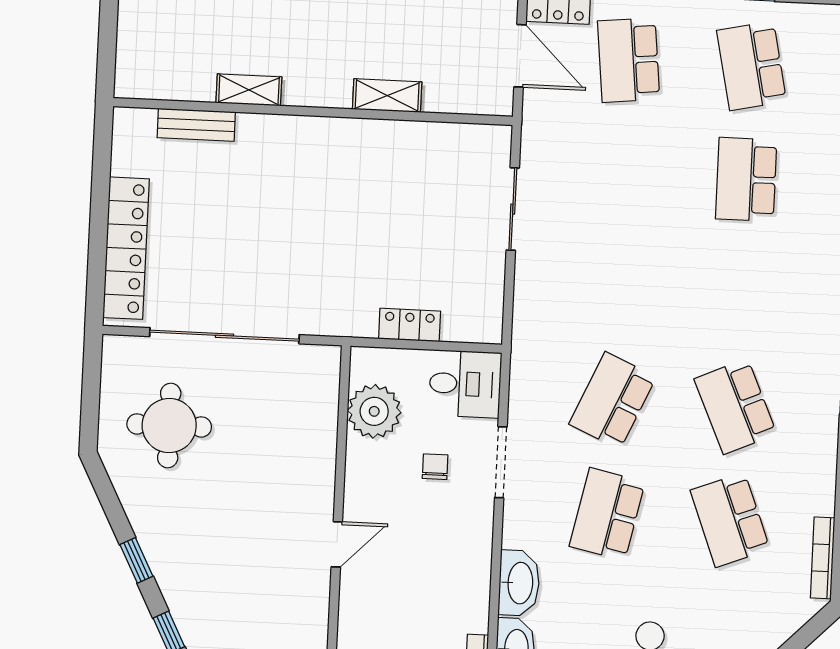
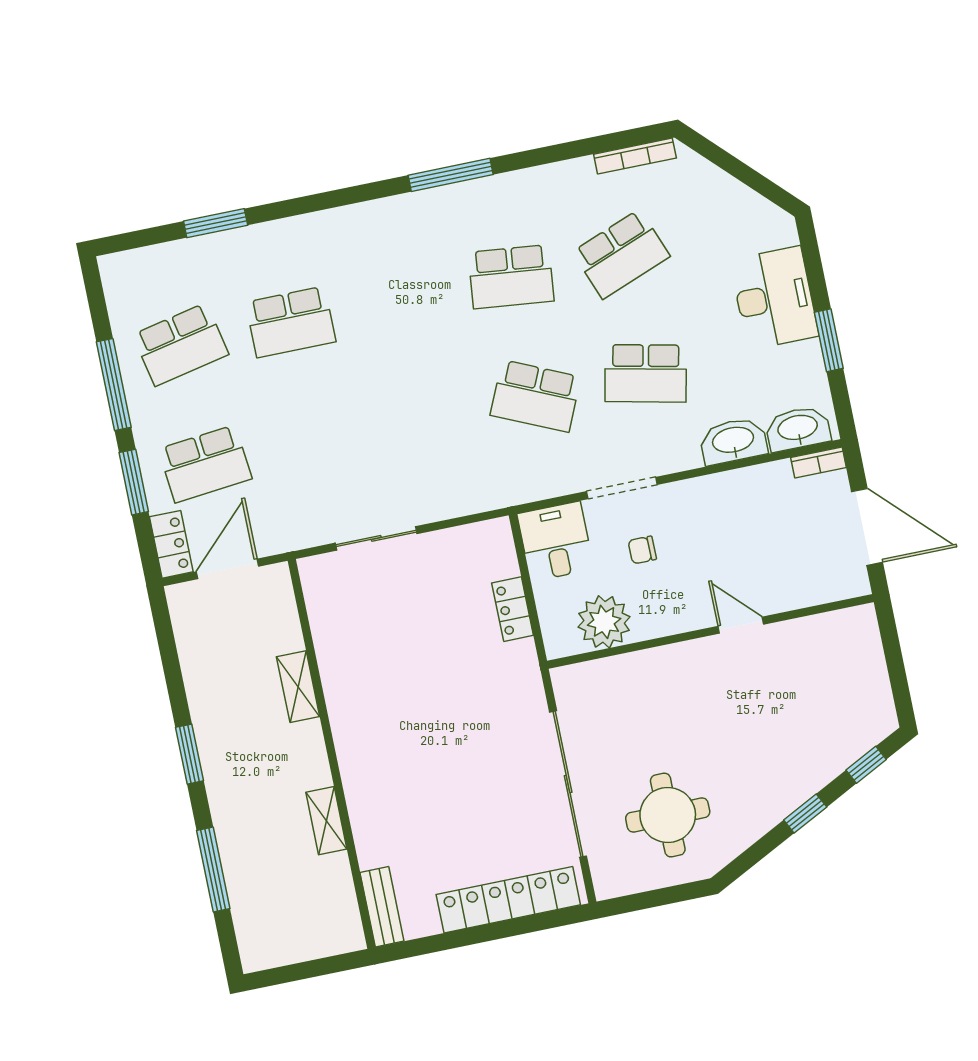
bench: (196, 125) -> (382, 907), moved
school desk: (735, 406) -> (511, 277), turned 30

